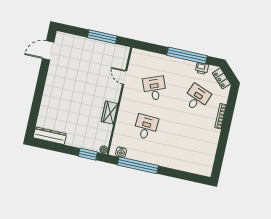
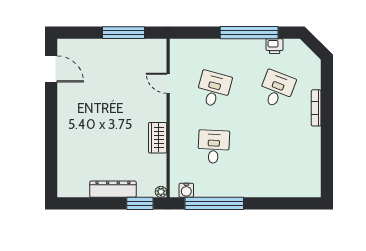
door: (48, 50) -> (51, 69), swing flipped
locker: (221, 78) -> (305, 54), removed
desk: (154, 88) -> (214, 89), turned 36
dresser: (50, 136) -> (113, 189), moved

